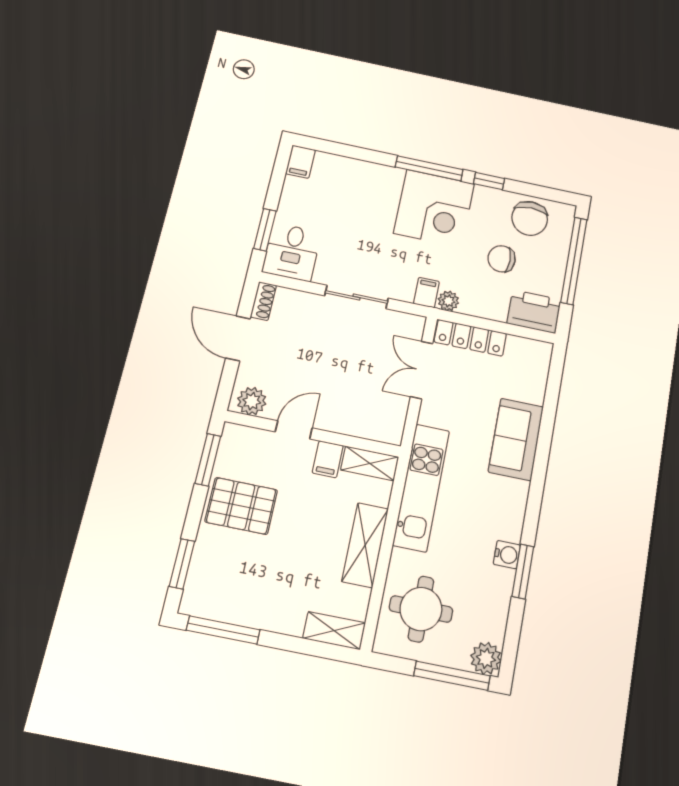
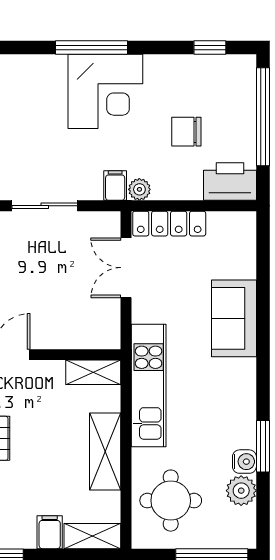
window: (489, 181) -> (210, 47), moved
chair: (530, 218) -> (208, 80), removed
filing cabinet: (328, 459) -> (50, 532), moved, turned 180
water cooler: (507, 555) -> (244, 462), moved
plant: (486, 658) -> (241, 491), moved

